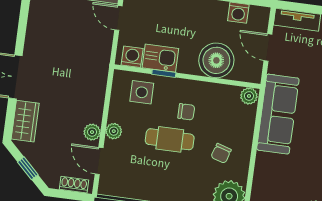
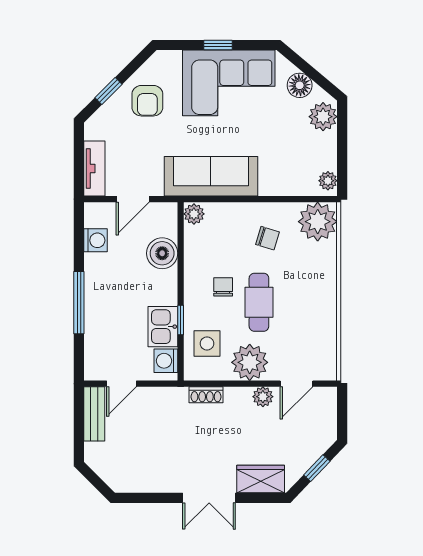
boiler: (216, 60) -> (162, 253), width x0.73, depth x0.73
plant: (114, 131) -> (250, 362), width x1.88, depth x1.88
shoe rack: (74, 185) -> (206, 395), moved, turned -90

